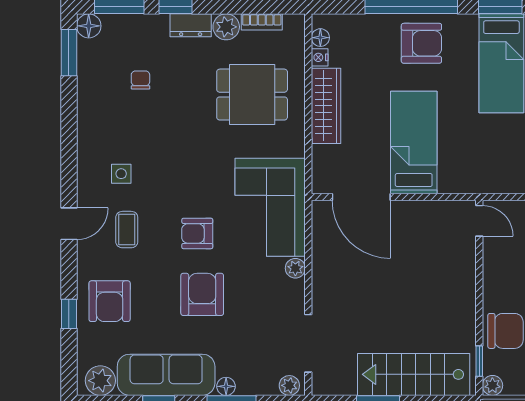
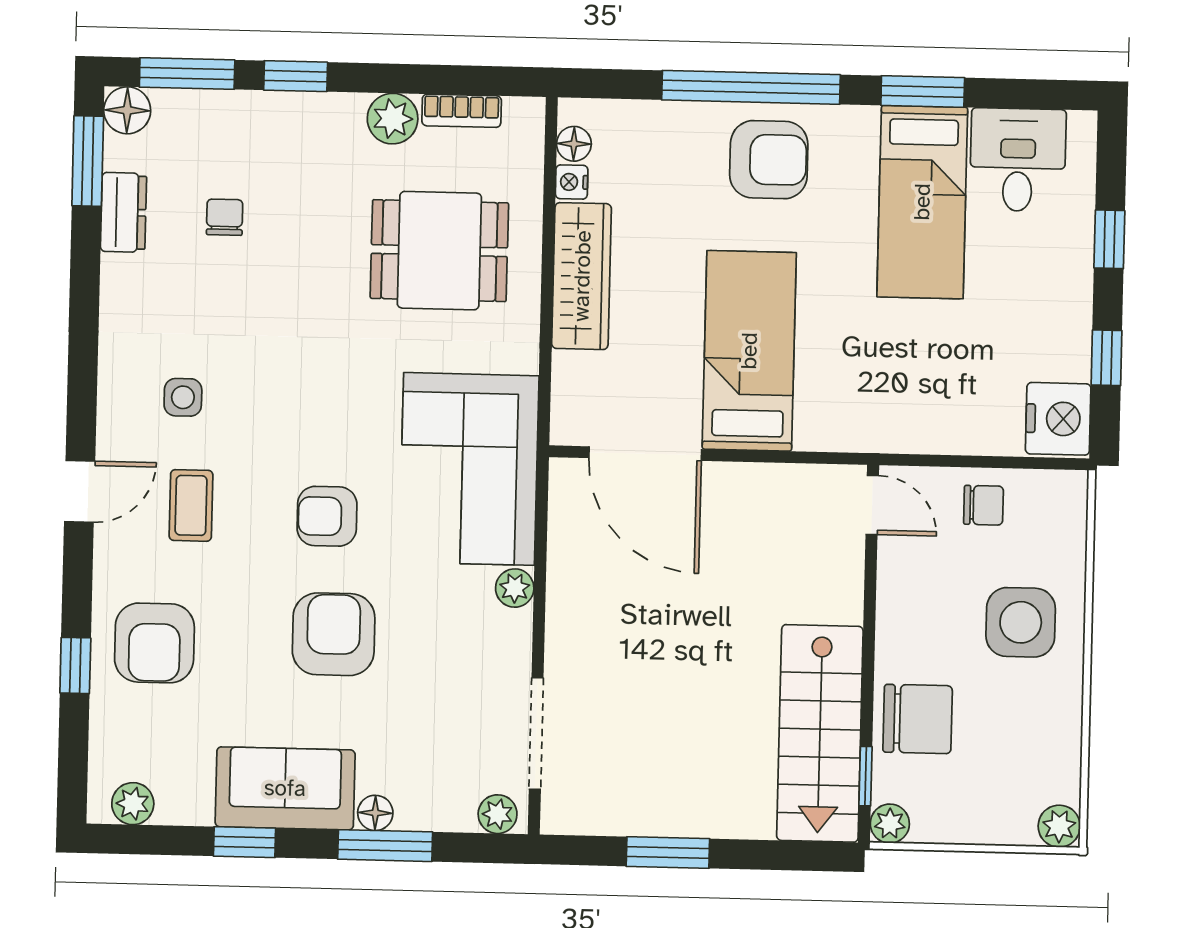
dresser: (191, 25) -> (123, 212), moved, turned -90
stairs: (414, 374) -> (820, 733), moved, turned -90
sofa: (166, 375) -> (285, 788), width x0.73
plant: (100, 381) -> (133, 804), width x0.73, depth x0.73

